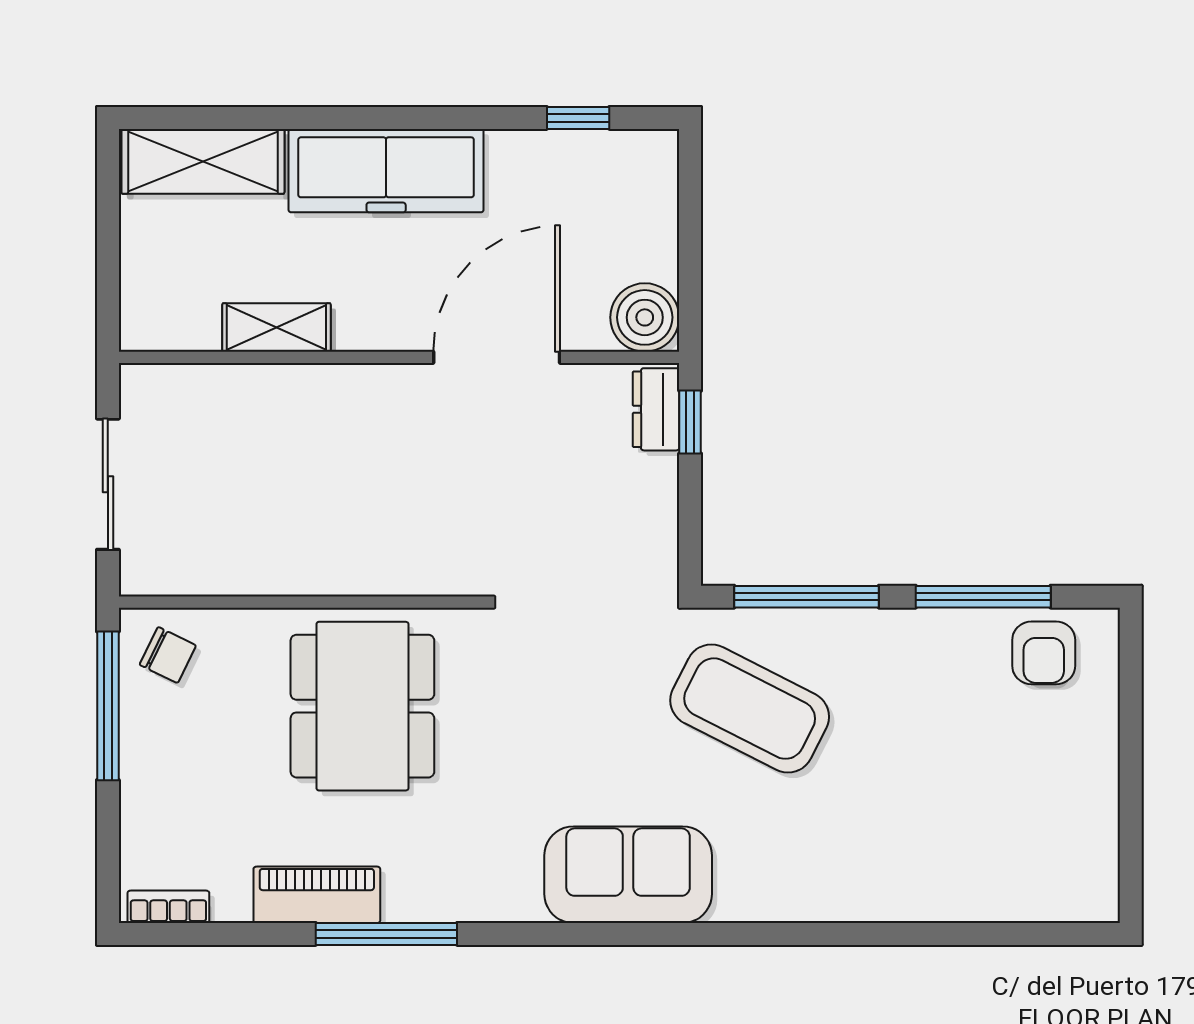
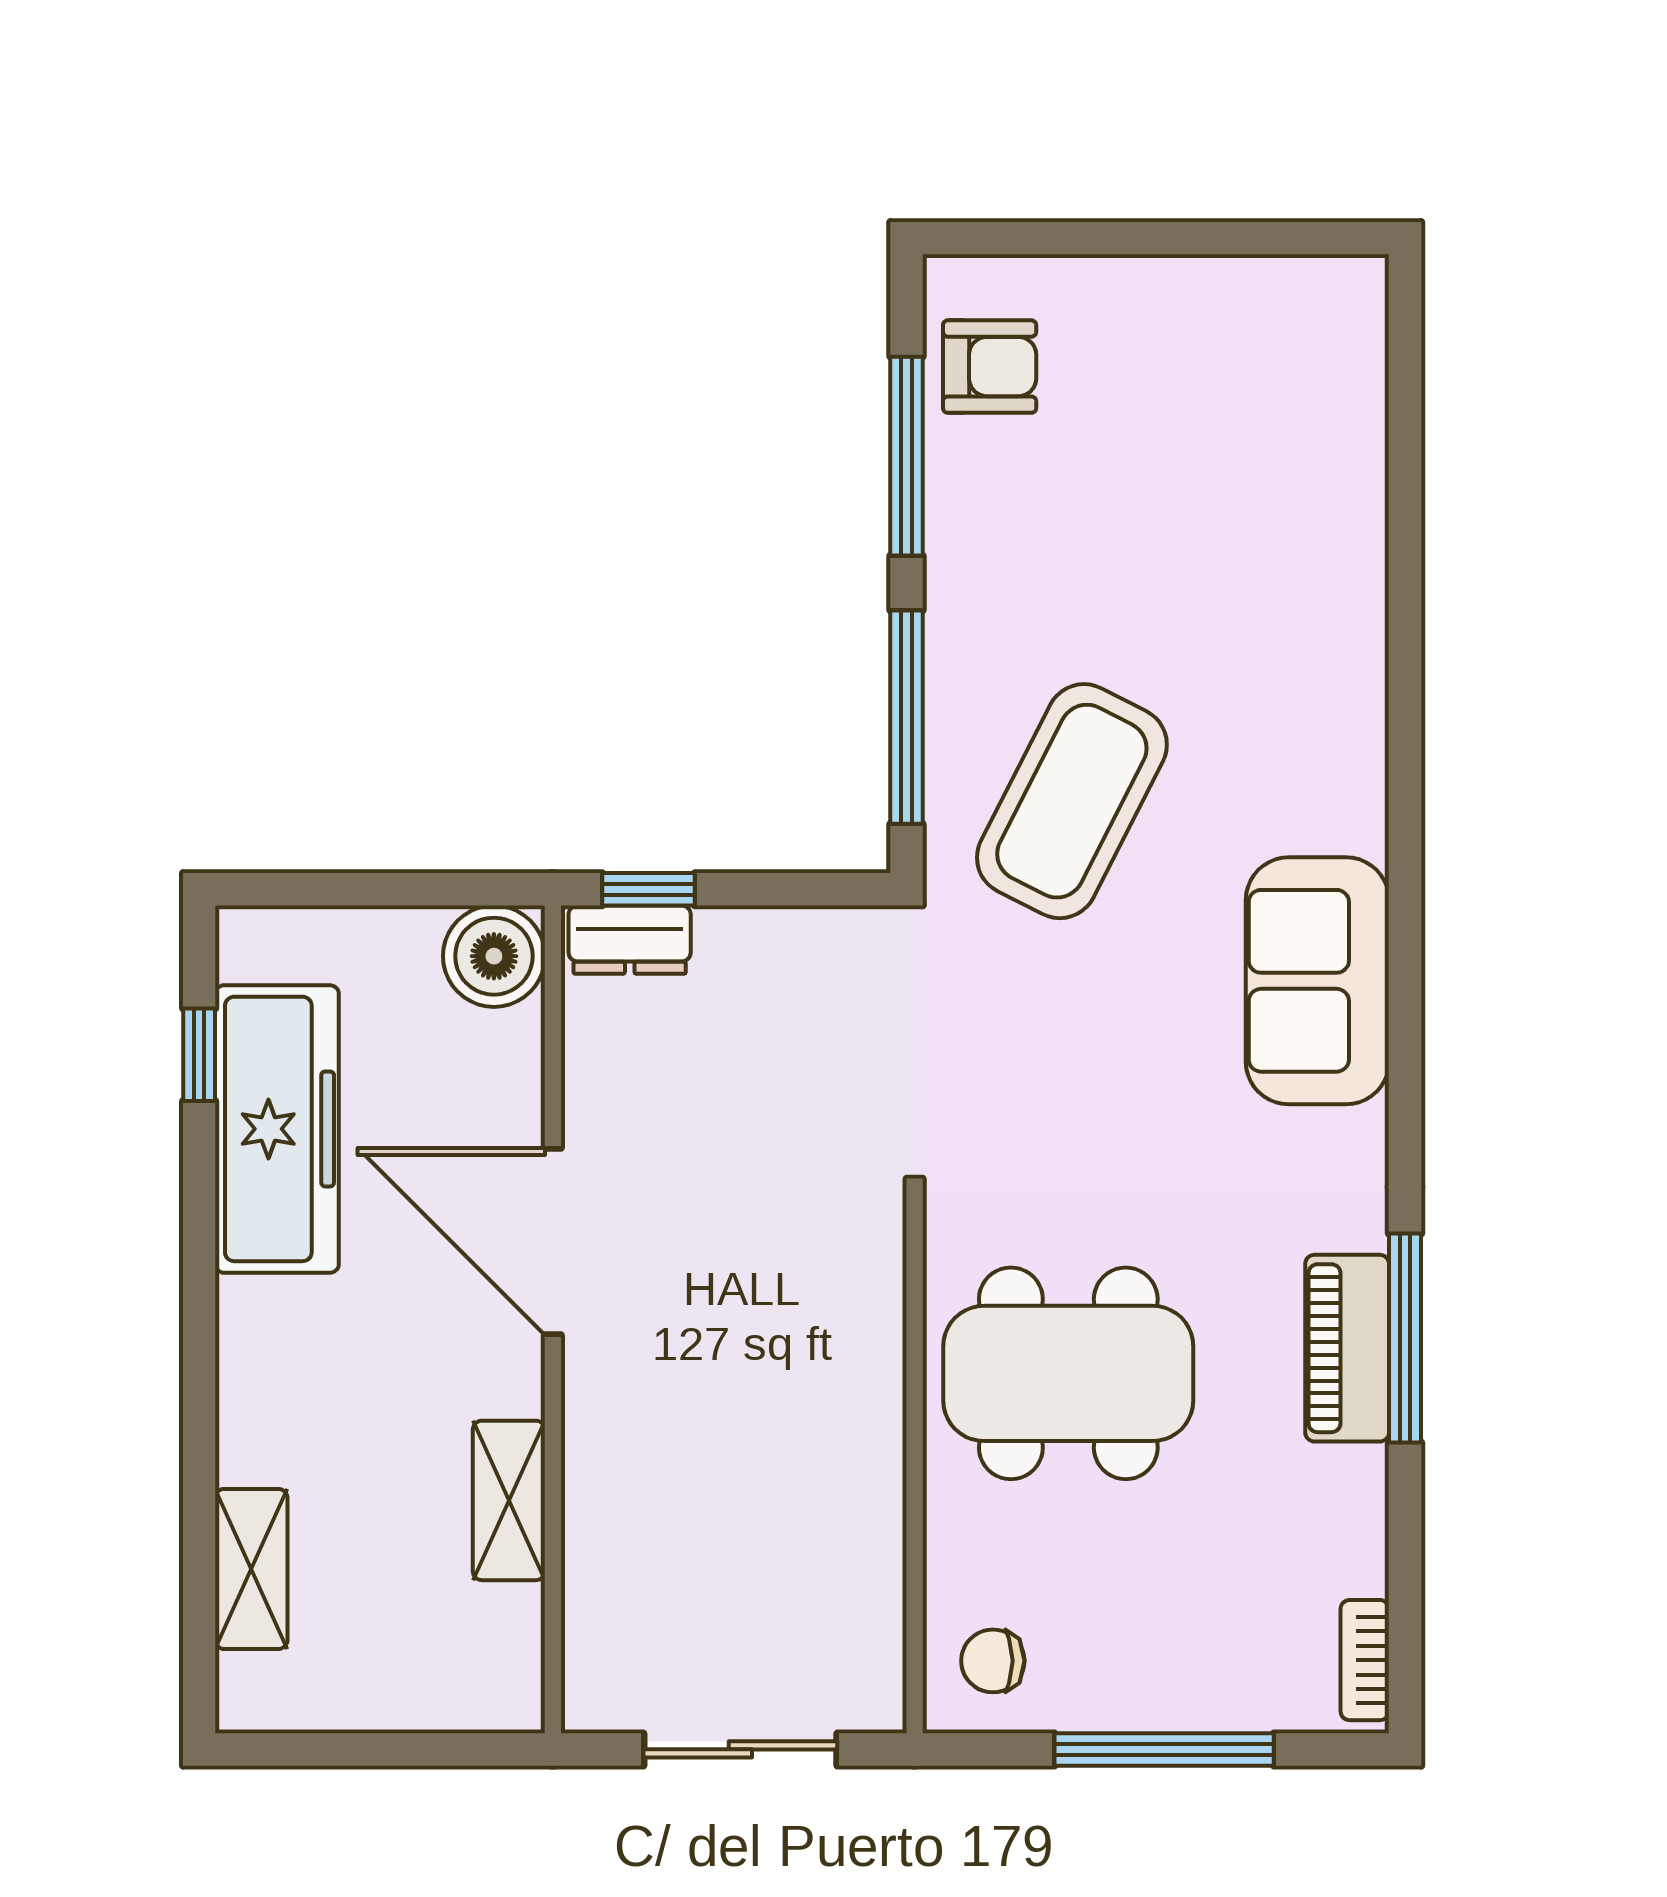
shelving: (203, 161) -> (251, 1569), width x0.67, depth x0.75
freezer: (386, 171) -> (277, 1129), moved
door: (497, 357) -> (553, 1241), moved
chair: (168, 655) -> (993, 1661), turned -116
window: (108, 706) -> (1164, 1749), moved
piano: (317, 895) -> (1347, 1348), moved

